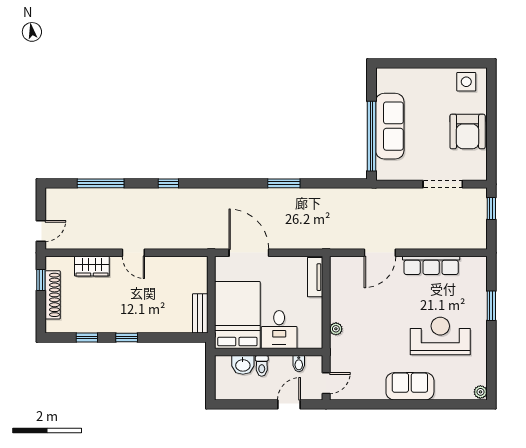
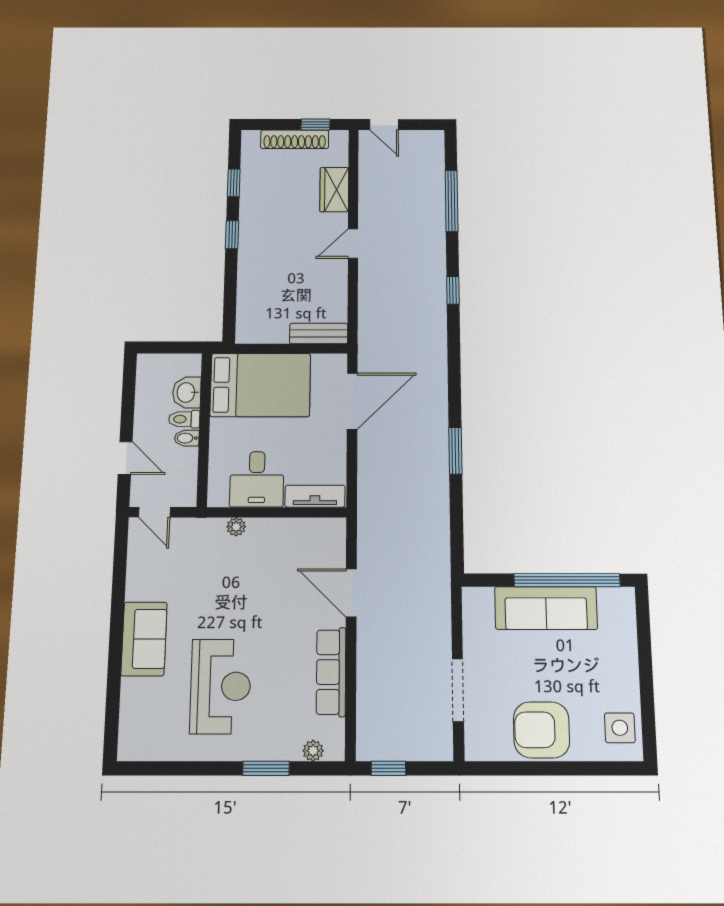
window: (371, 136) -> (567, 580), moved
window: (491, 208) -> (388, 768), moved
bench: (200, 313) -> (319, 334), moved
desk: (279, 330) -> (257, 479), moved, turned -90
bidet: (299, 364) -> (187, 438), moved
plant: (480, 392) -> (313, 751), moved

